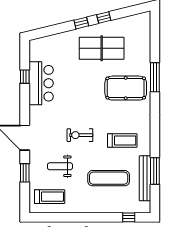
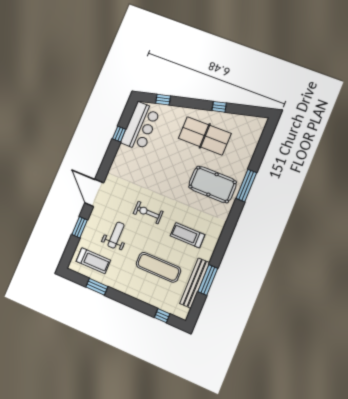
window: (81, 23) -> (163, 100), moved
bar counter: (41, 83) -> (140, 126), moved
treadmill: (122, 140) -> (187, 235), turned 180
weight bench: (60, 166) -> (116, 235), turned 90
window: (62, 217) -> (97, 287), added

